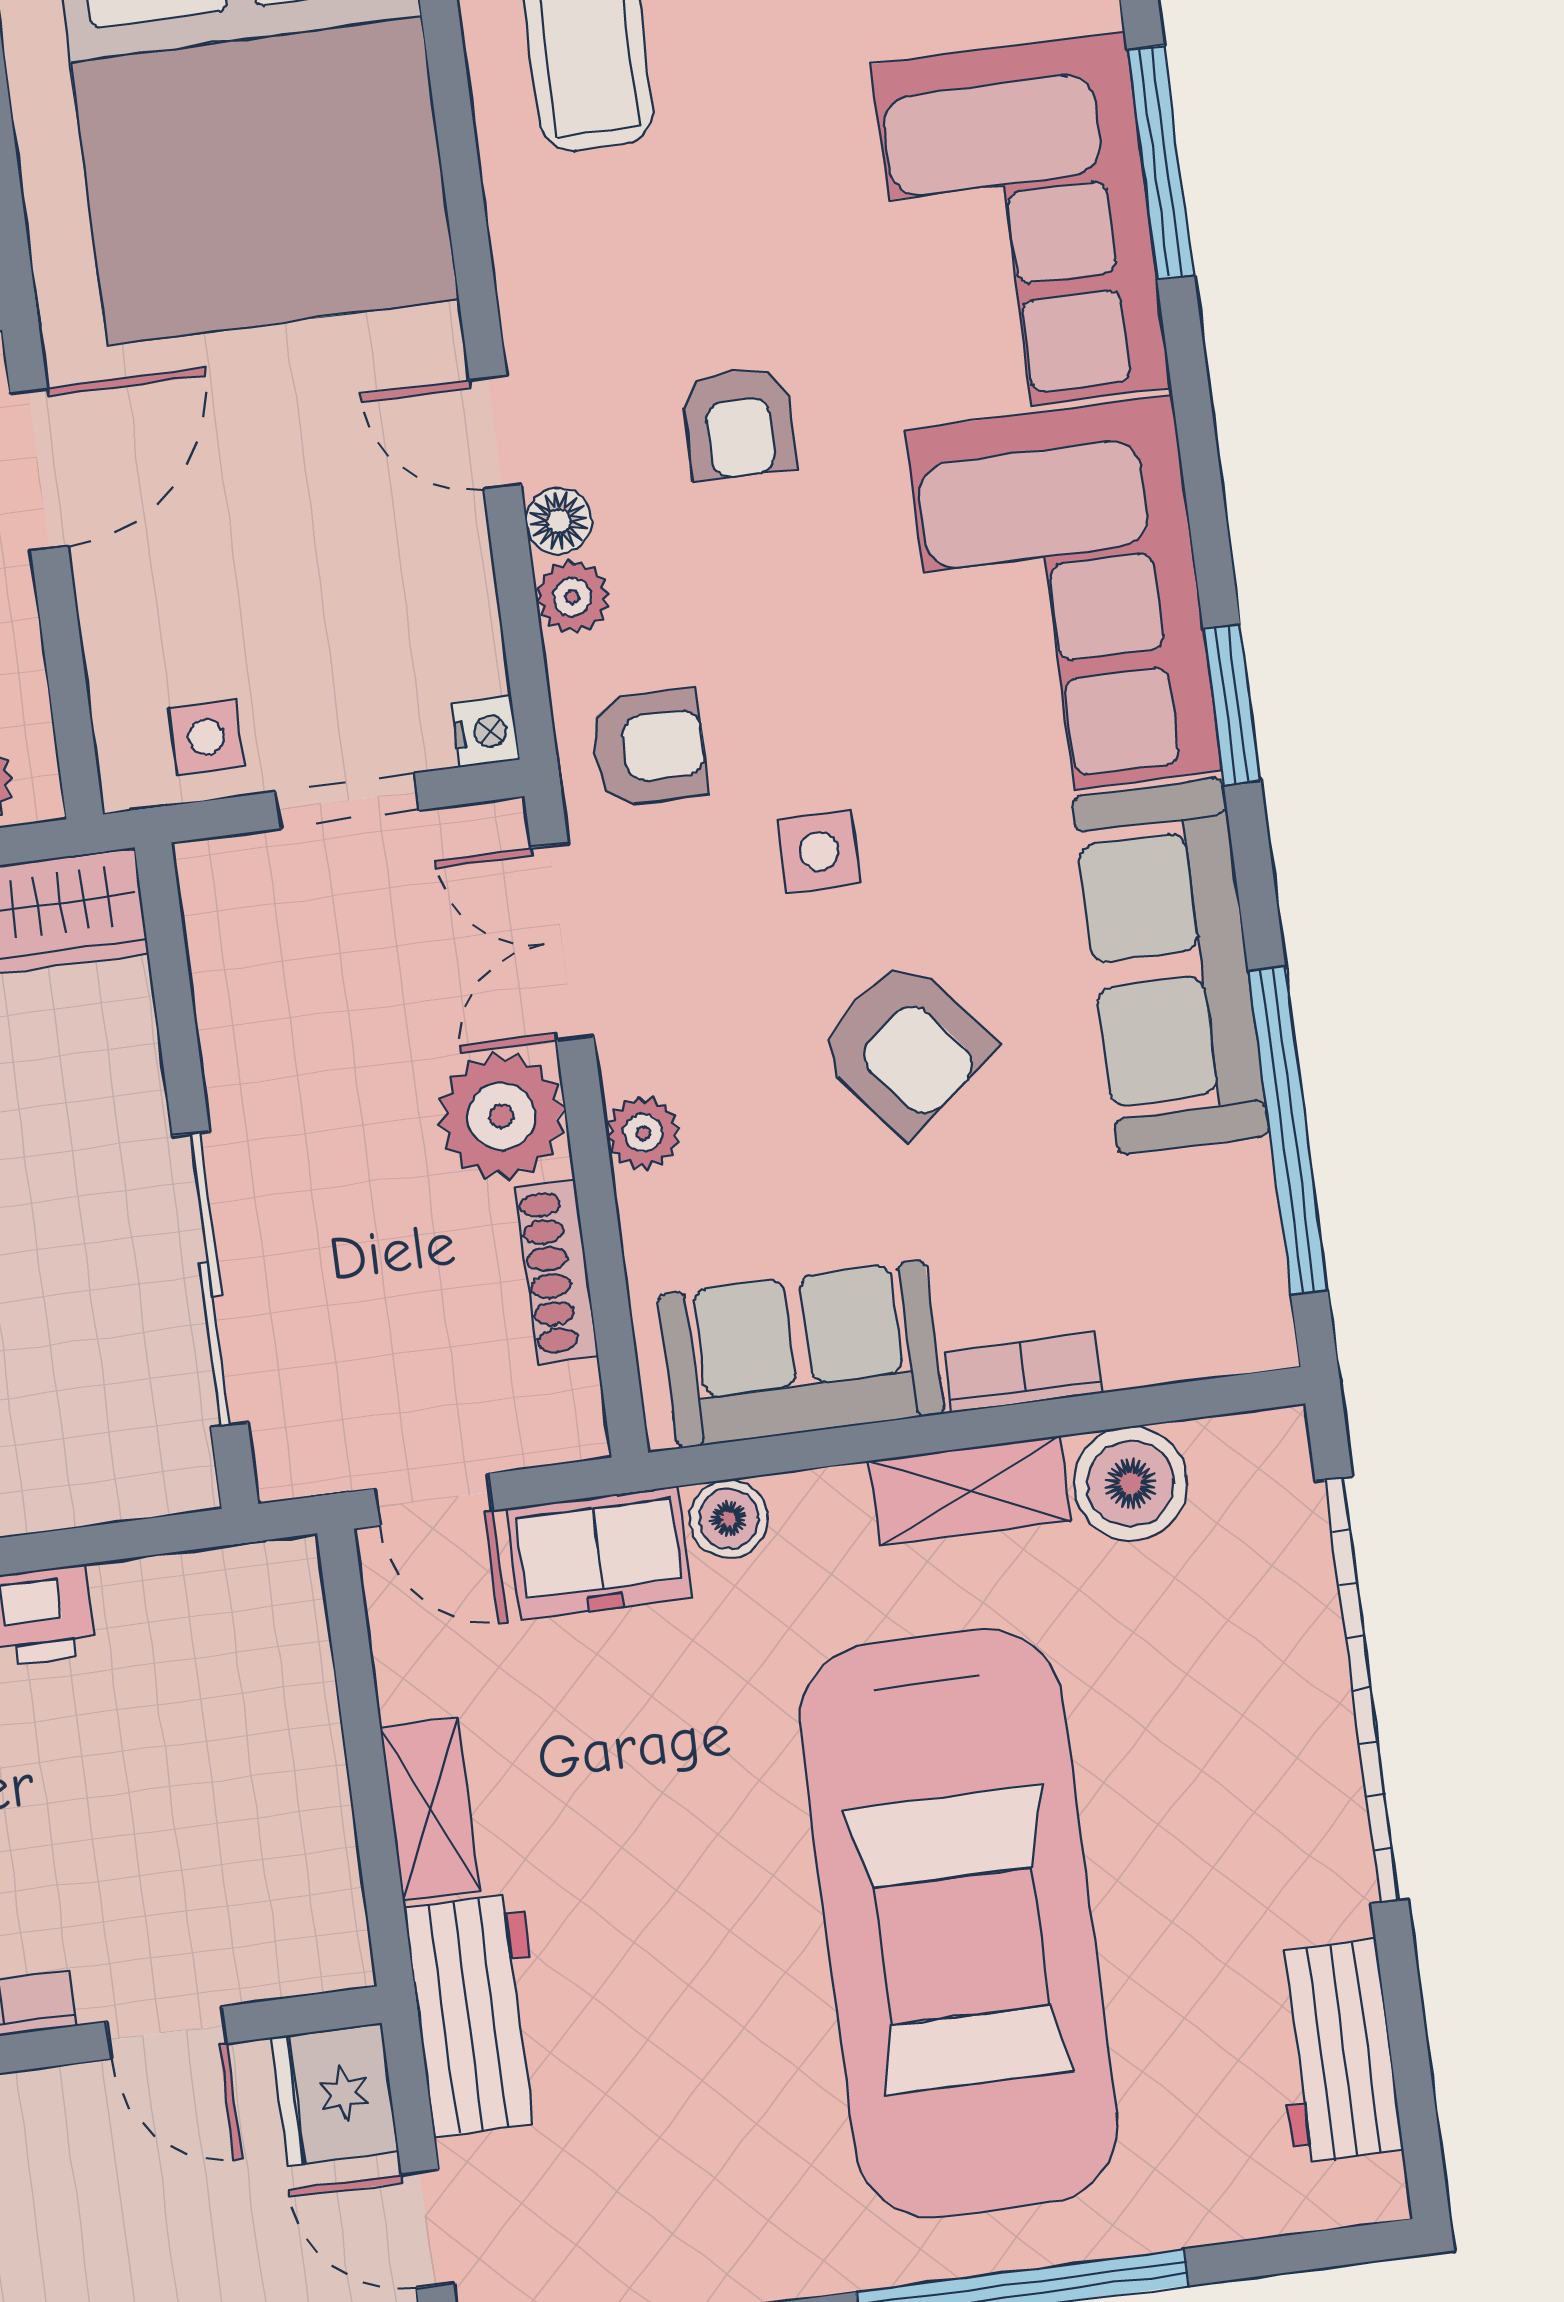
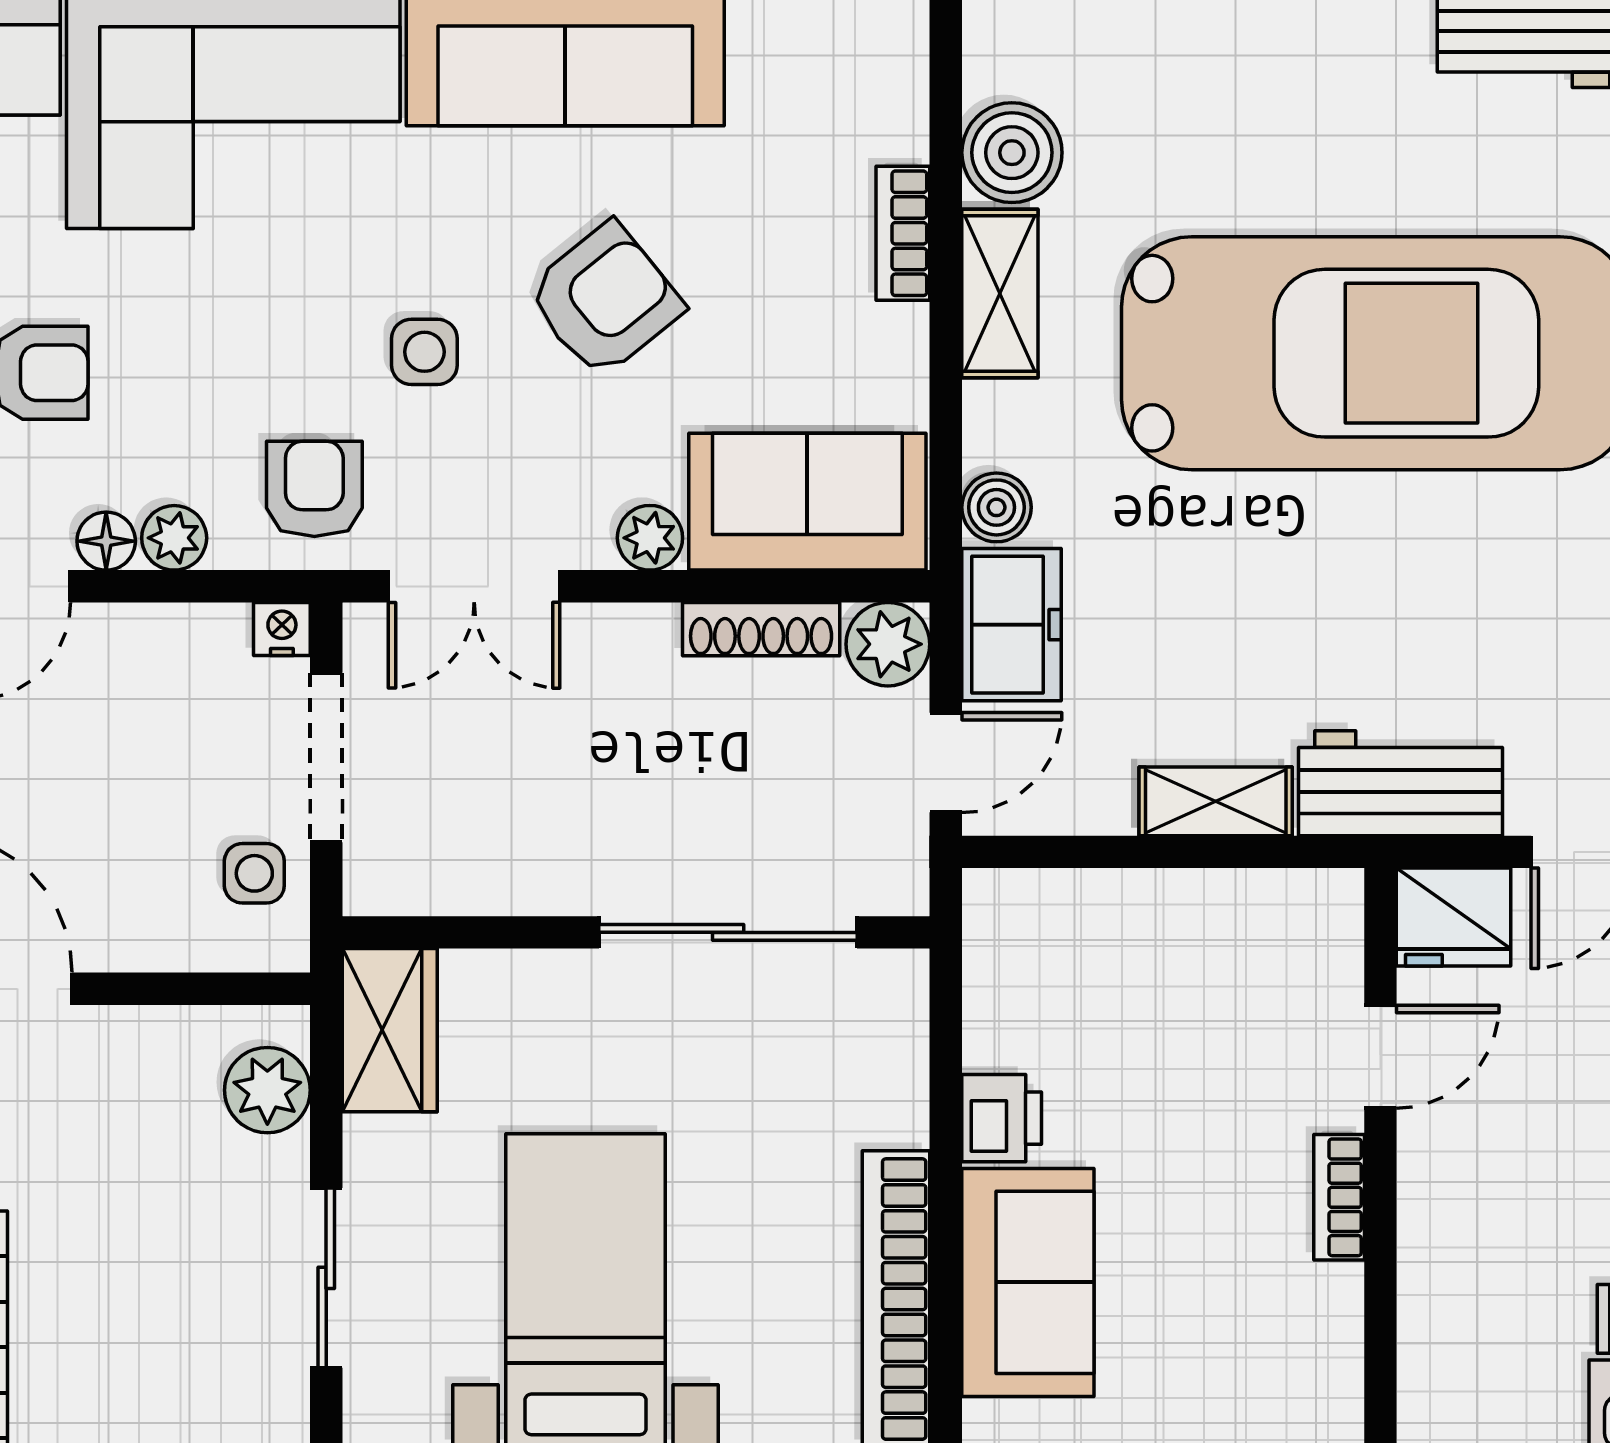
doorway: (348, 801) -> (326, 757), width x1.38
plant: (501, 1116) -> (888, 644), moved, width x0.73, depth x0.73
sofa: (801, 1354) -> (807, 502), moved, turned 90

